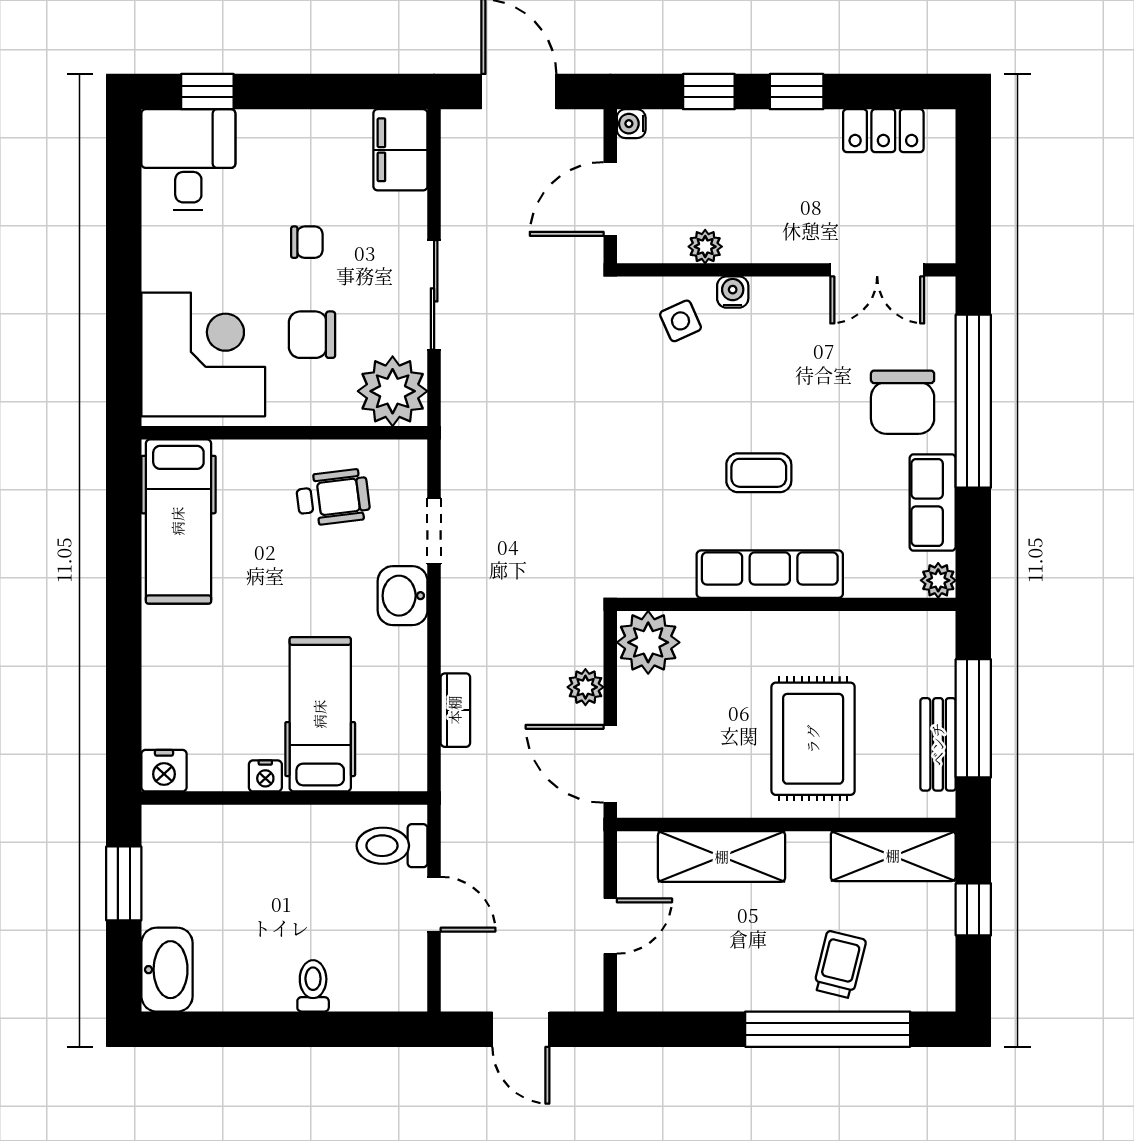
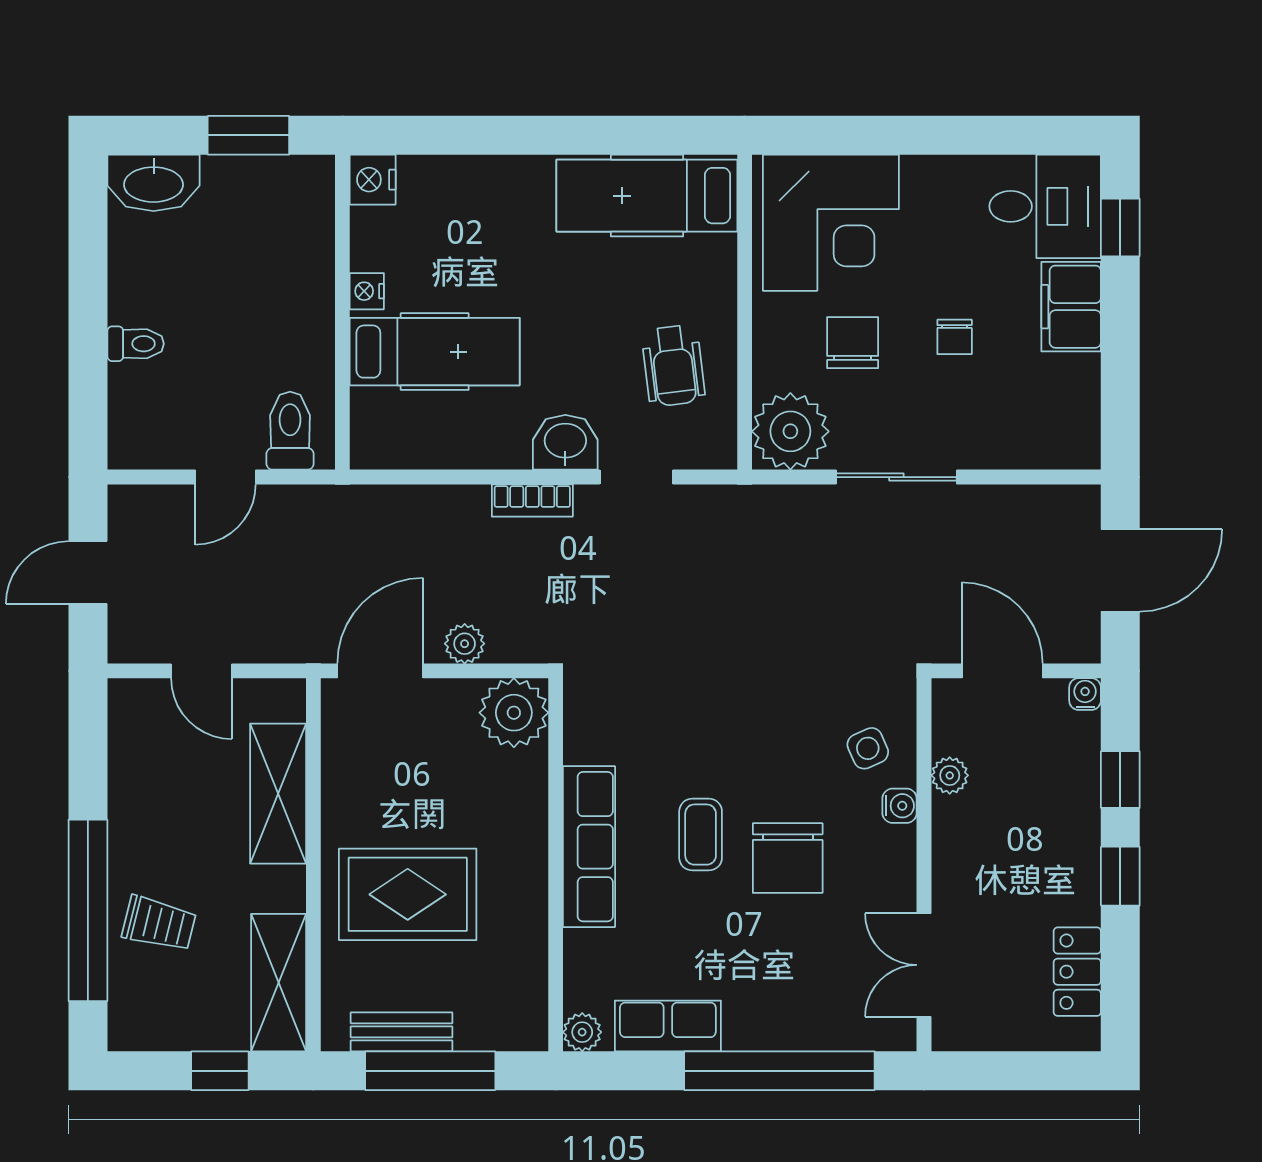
filing cabinet: (400, 150) -> (1071, 307), moved, turned -90
chair: (903, 402) -> (788, 858), moved, turned -90
bookcase: (455, 710) -> (532, 500), moved

